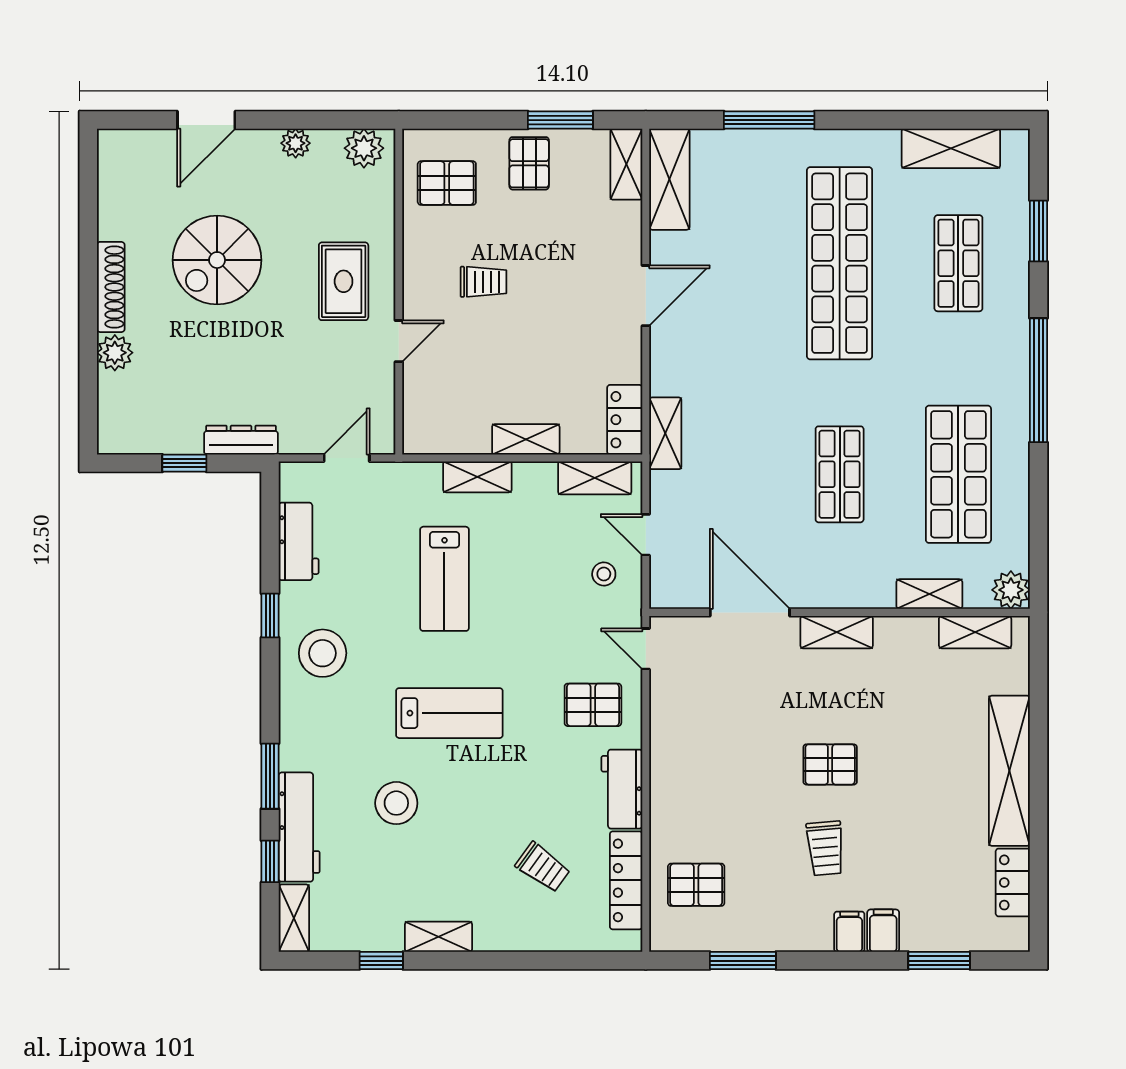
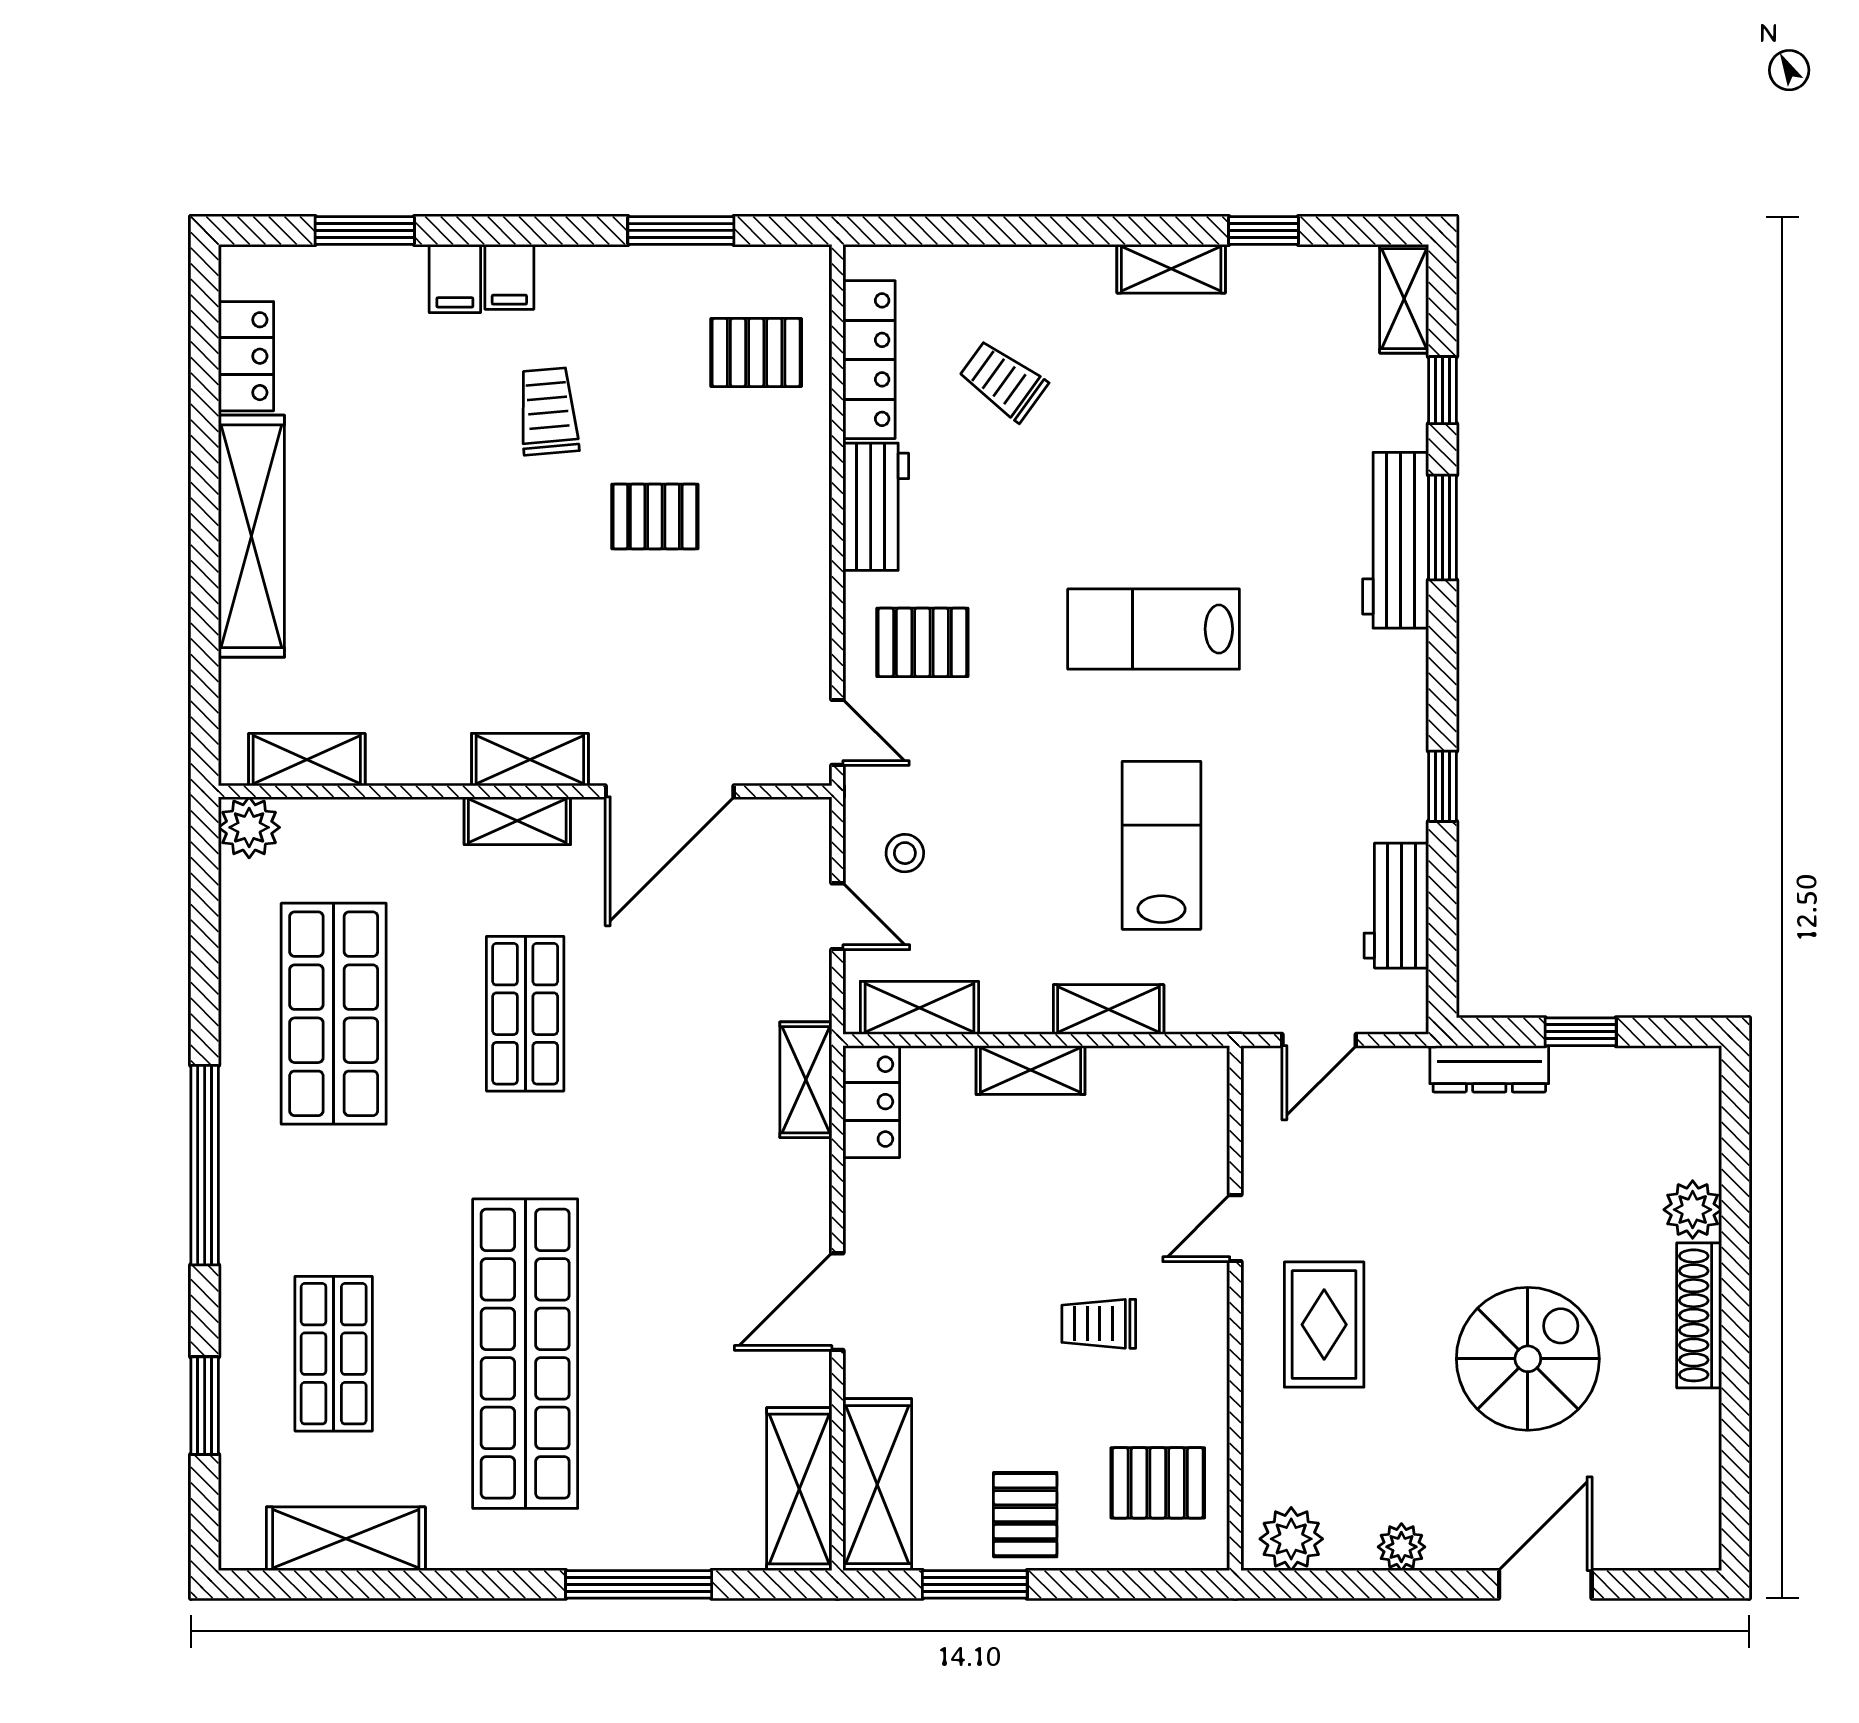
shelving: (626, 164) -> (877, 1485), width x1.50, depth x1.33
shelving: (929, 594) -> (517, 821), moved
door: (750, 612) -> (670, 791), hinge flipped
stool: (323, 653) -> (1358, 726), removed
pallet: (830, 764) -> (655, 516), moved
stool: (396, 803) -> (1239, 484), removed
workbench: (299, 827) -> (1396, 540), moved

